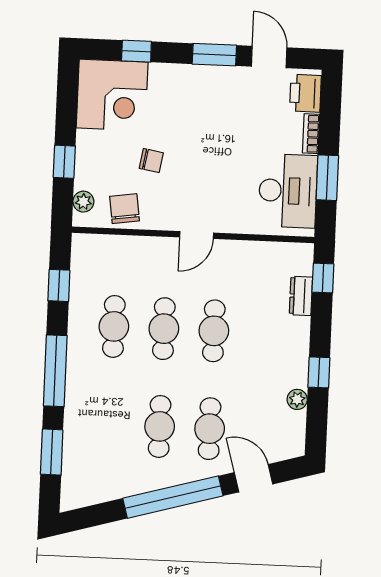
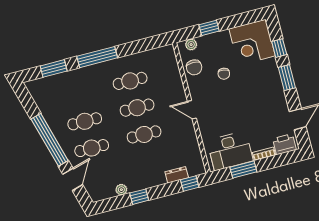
window: (214, 55) -> (287, 78), moved
chair: (125, 209) -> (194, 67), turned 98
window: (59, 285) -> (143, 45), removed

